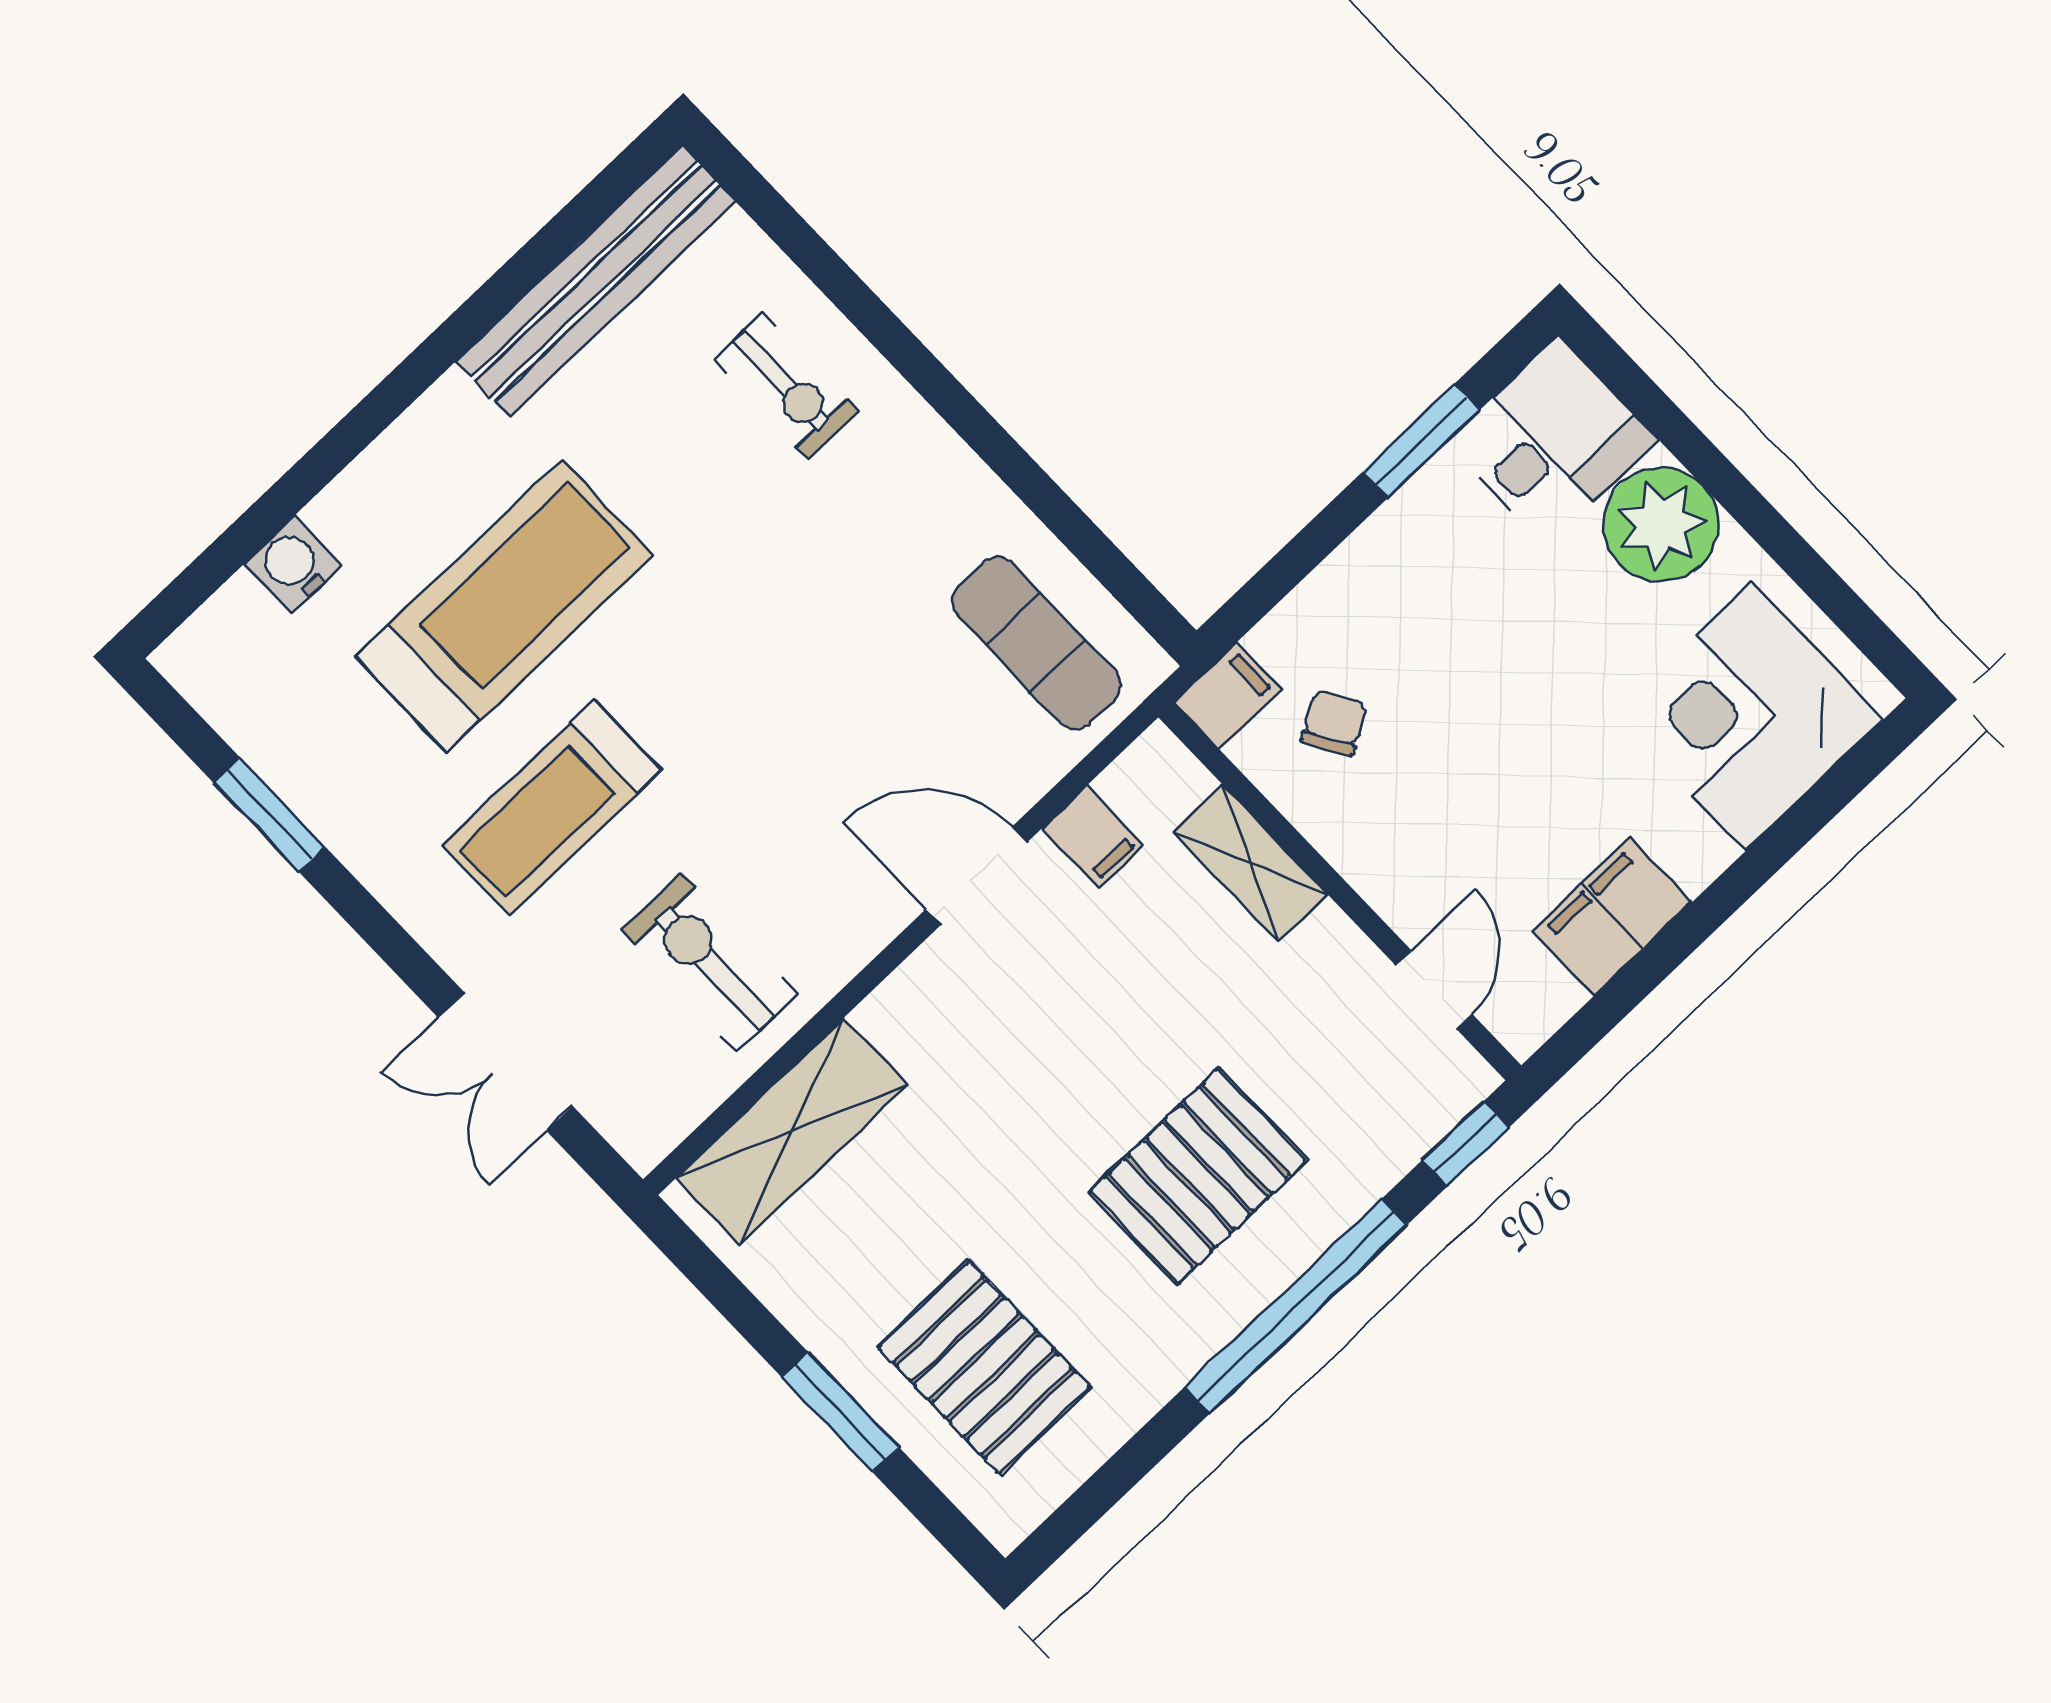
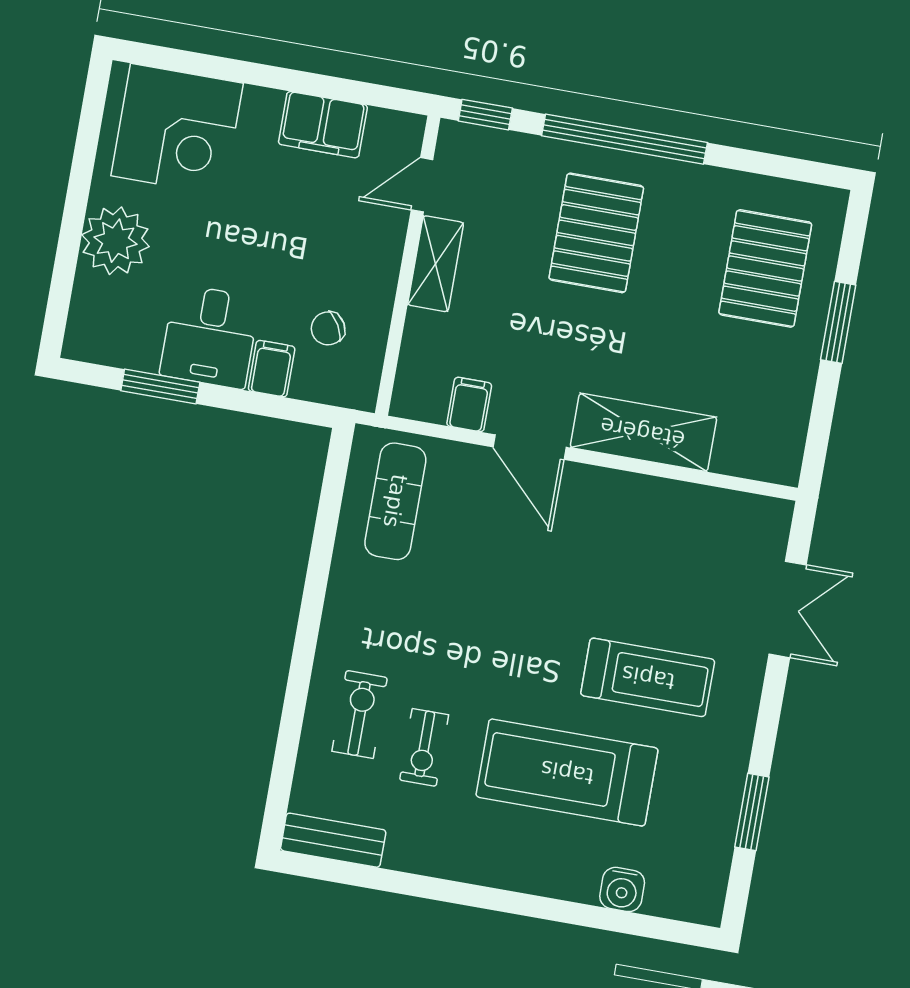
bench: (596, 281) -> (333, 840), width x0.54, depth x0.82
desk: (1552, 441) -> (210, 336), moved, turned -90
filing cabinet: (1228, 696) -> (272, 369), moved, turned 90
shelving: (1250, 863) -> (436, 264), moved
exercise bike: (709, 962) -> (424, 747), moved, width x0.73, depth x0.72
shelving: (792, 1132) -> (643, 432), moved
pallet: (1198, 1176) -> (596, 233), turned 90

